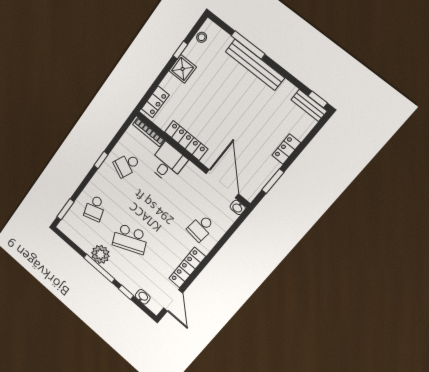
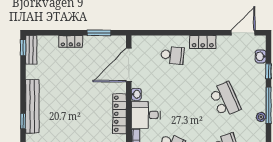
window: (248, 45) -> (23, 121), width x0.46
washbasin: (238, 207) -> (136, 94), moved
plant: (100, 254) -> (261, 117), width x0.53, depth x0.53
locker: (187, 268) -> (203, 42), width x0.66

